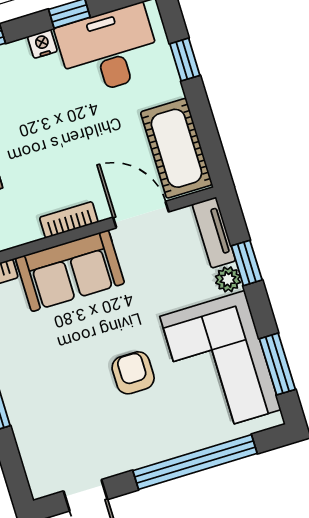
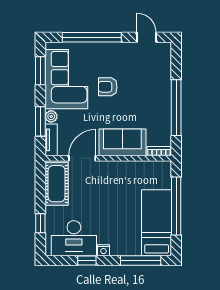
door: (141, 215) -> (82, 158), swing flipped
bookcase: (69, 220) -> (116, 166), removed
window: (247, 263) -> (40, 121), width x1.50
armchair: (133, 373) -> (108, 87), turned 90

